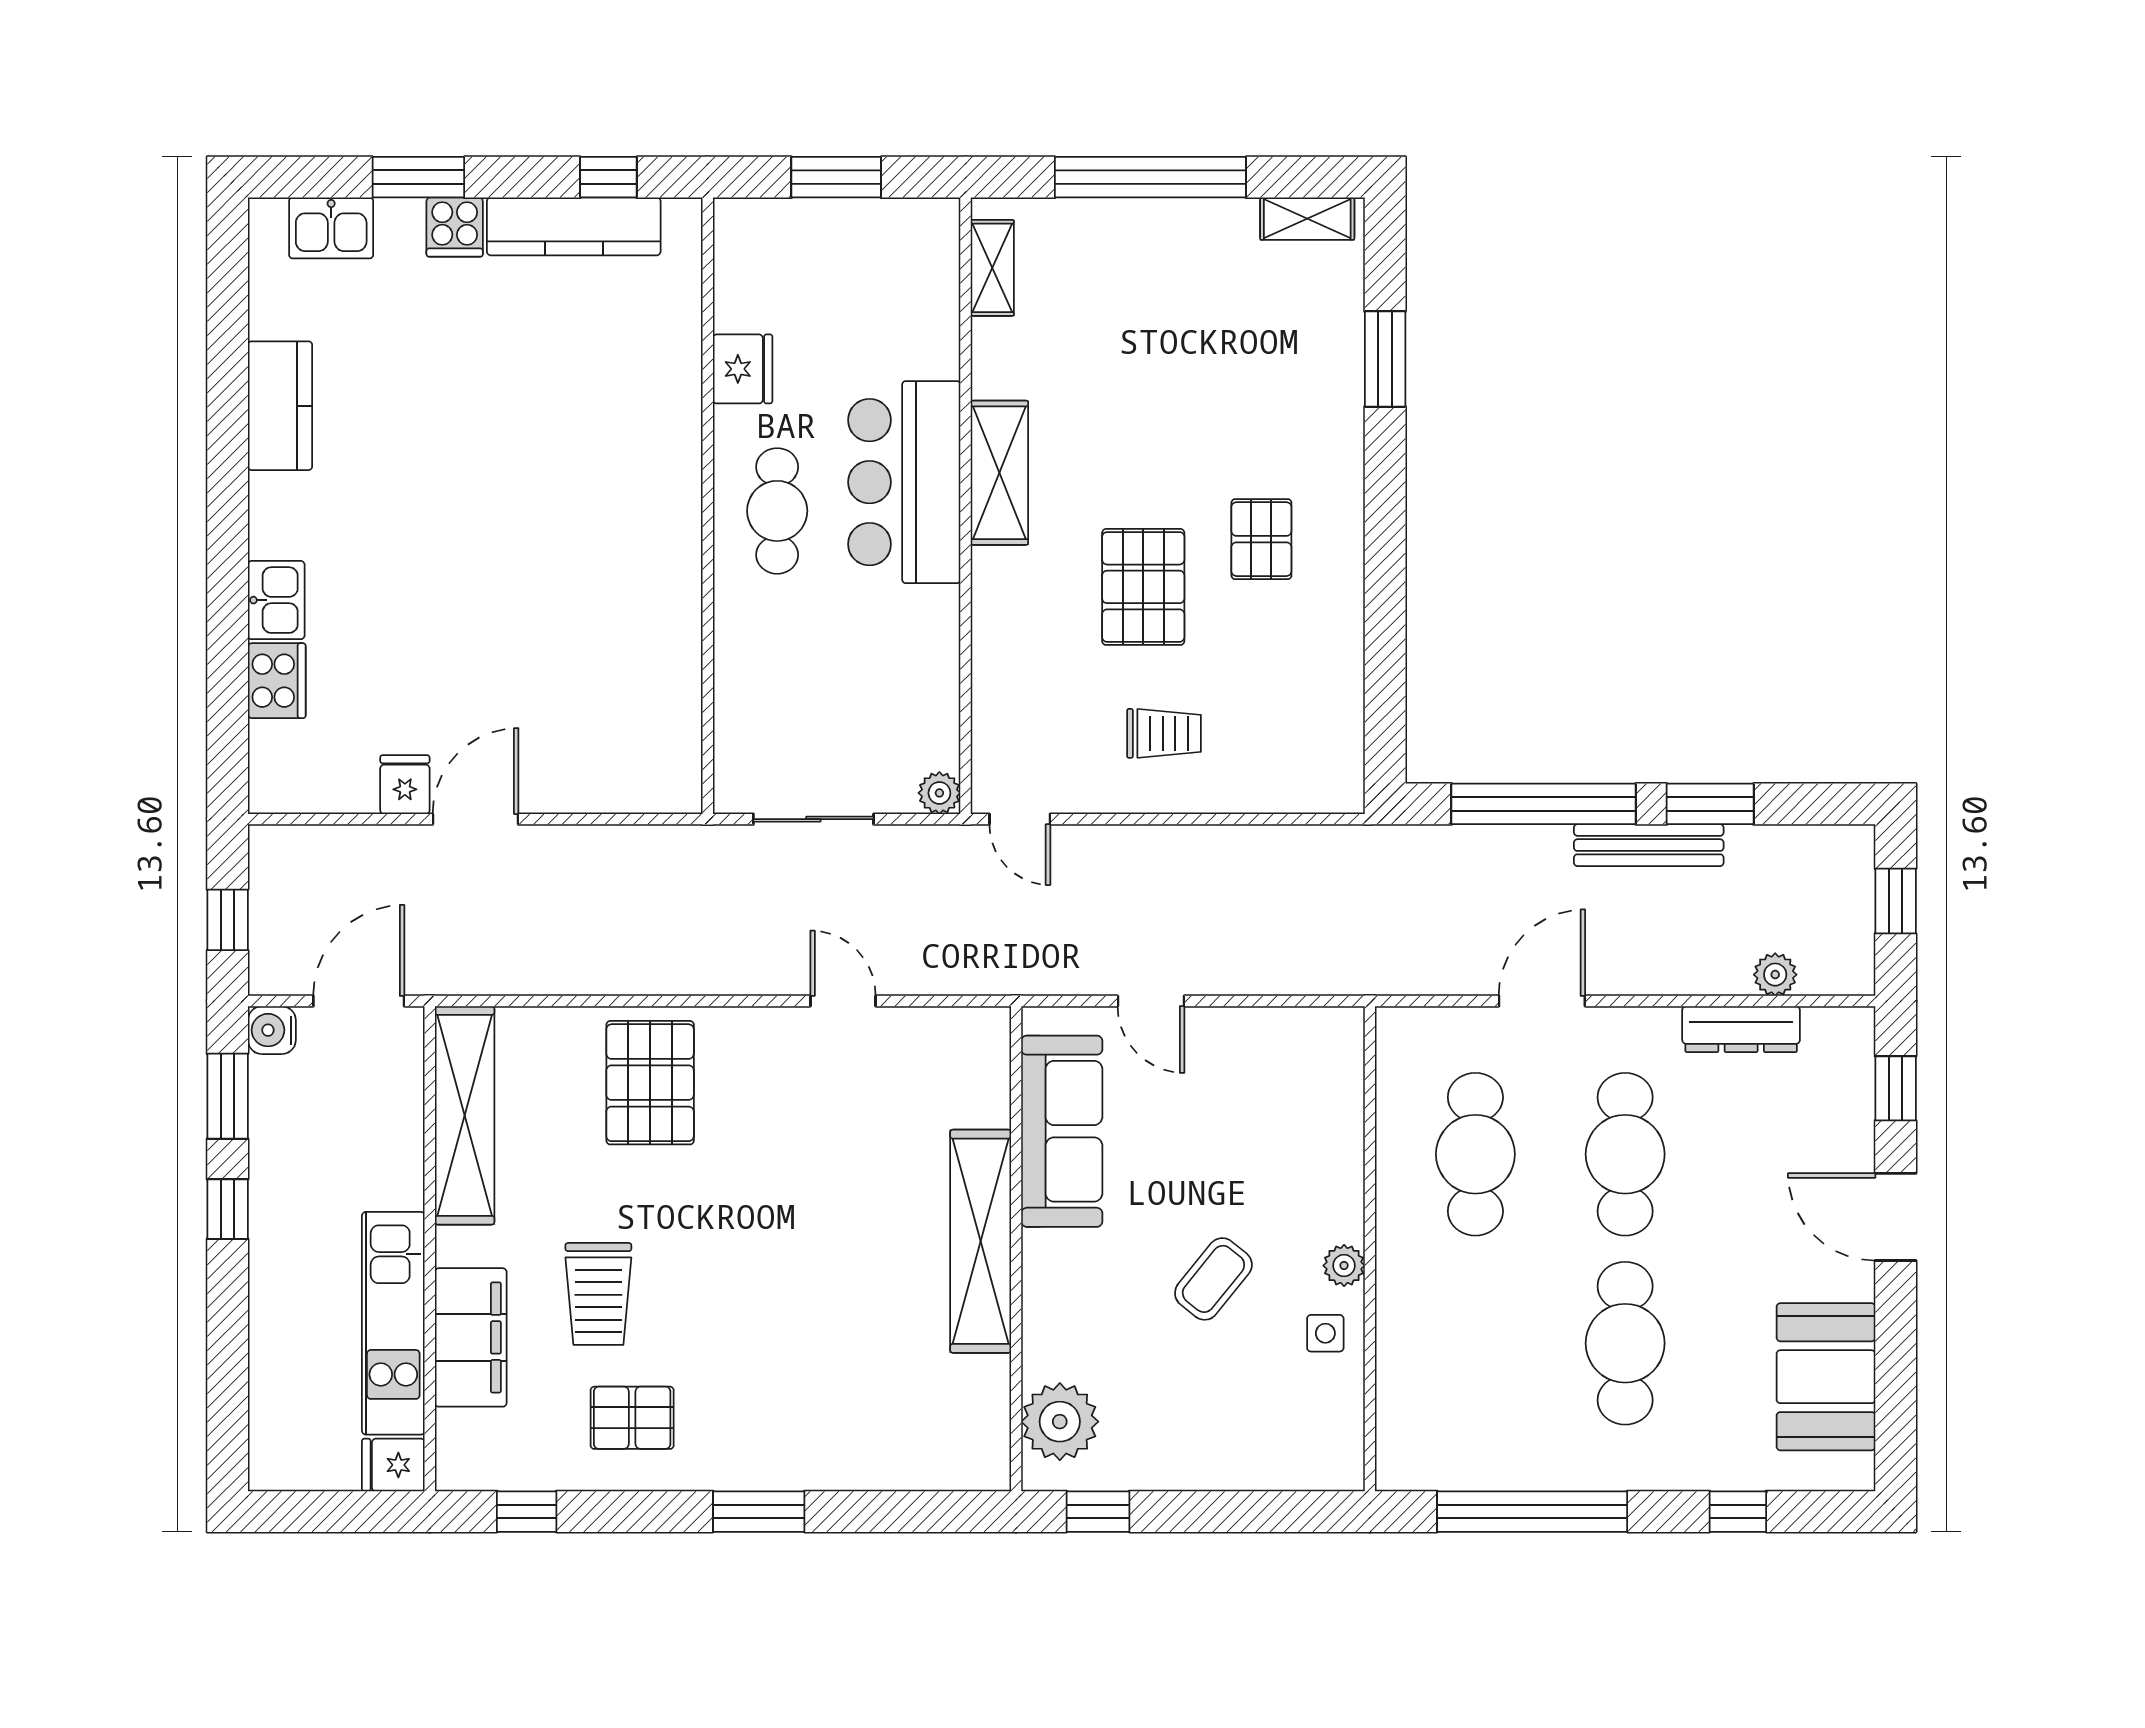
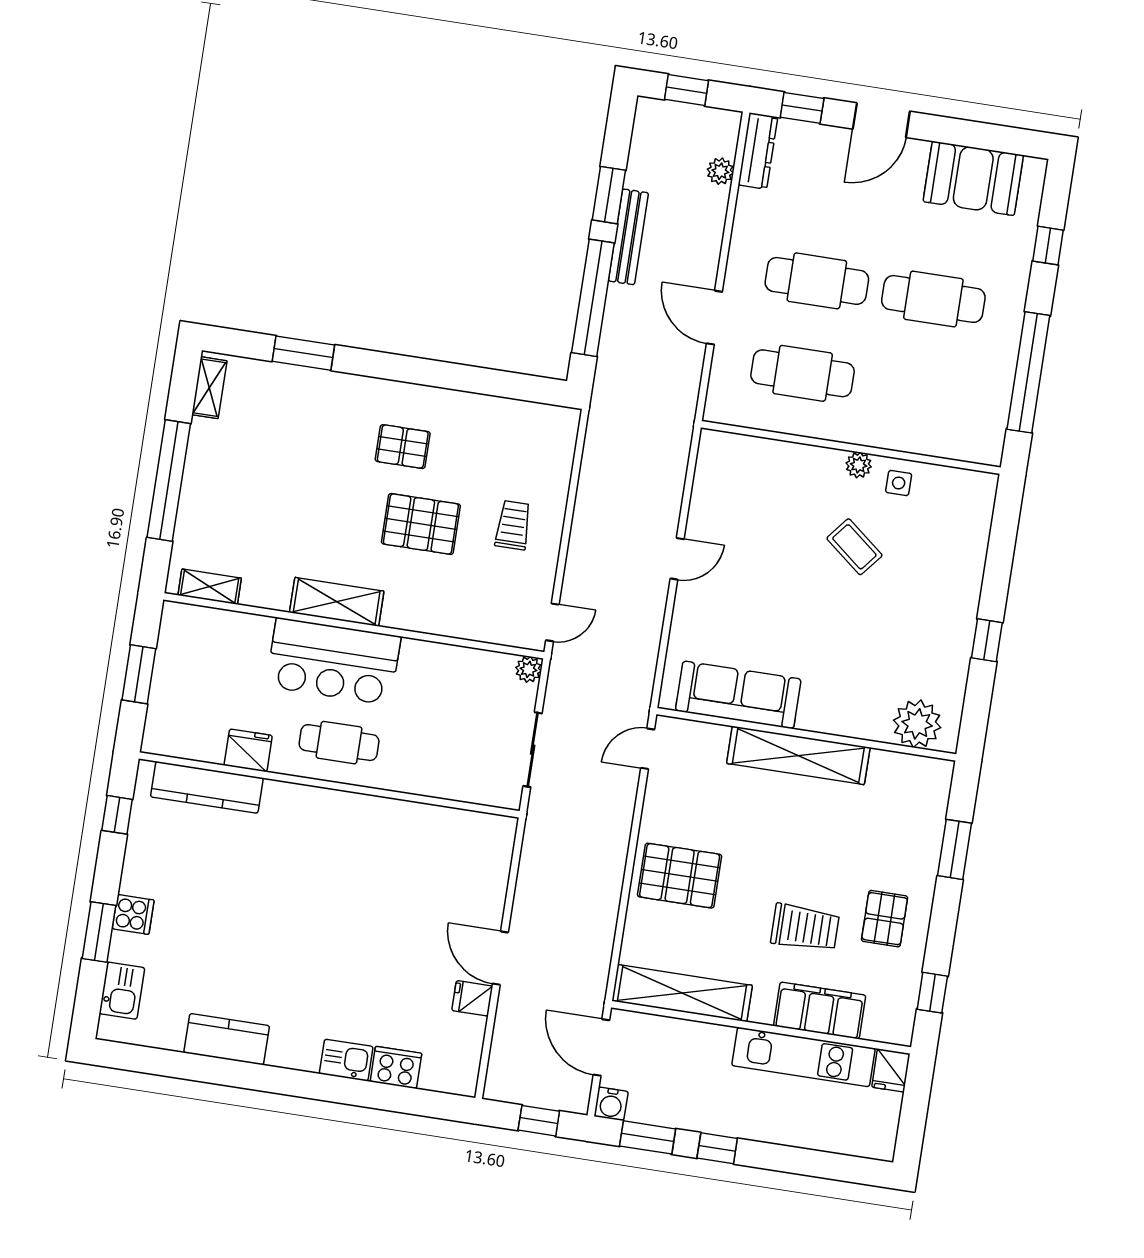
kitchen counter: (574, 226) -> (207, 787), moved, turned 90
dresser: (1741, 1029) -> (758, 151), moved
sofa: (1062, 1131) -> (738, 695), moved
shelving: (981, 1241) -> (798, 755), moved
wall: (1016, 1249) -> (806, 734), moved
plant: (1060, 1422) -> (917, 724), moved

